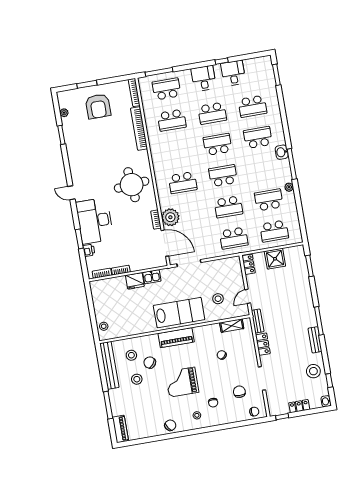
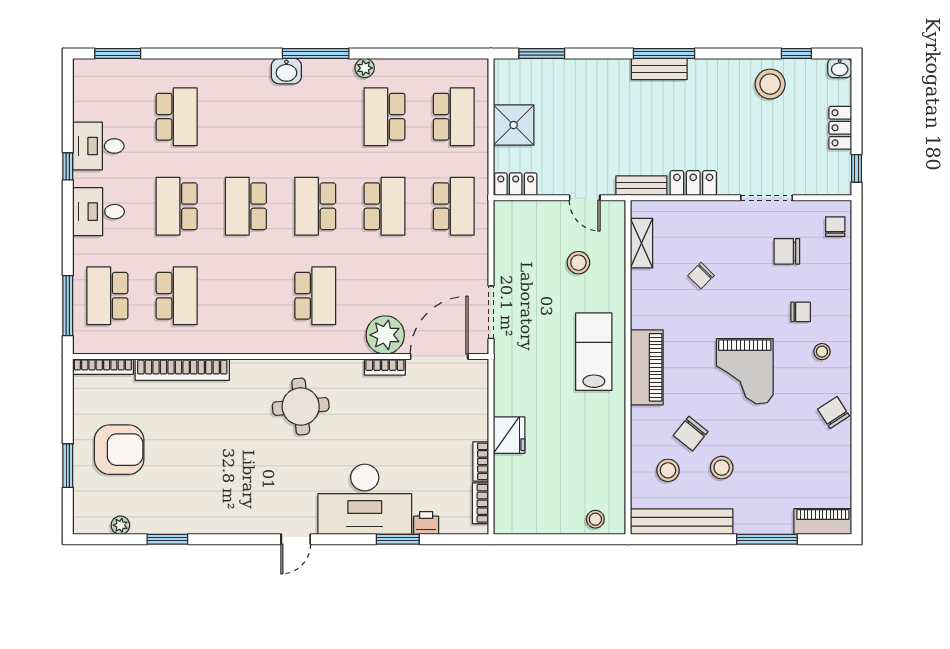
school desk: (212, 113) -> (177, 206), turned 180
school desk: (258, 137) -> (246, 117), removed
round table: (132, 185) -> (301, 406), width x0.73, depth x0.73
kitchen sink: (152, 277) -> (506, 397), removed
lab bench: (179, 313) -> (594, 352), width x0.73, depth x0.72
bench: (315, 340) -> (659, 69), moved

